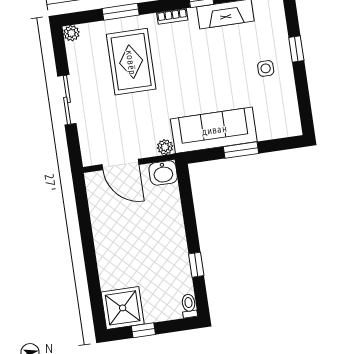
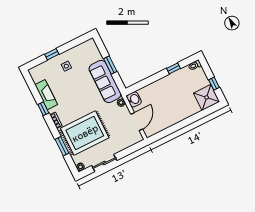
rug: (131, 62) -> (85, 133), width x1.37, depth x1.44
sliding door: (67, 100) -> (104, 163), moved

